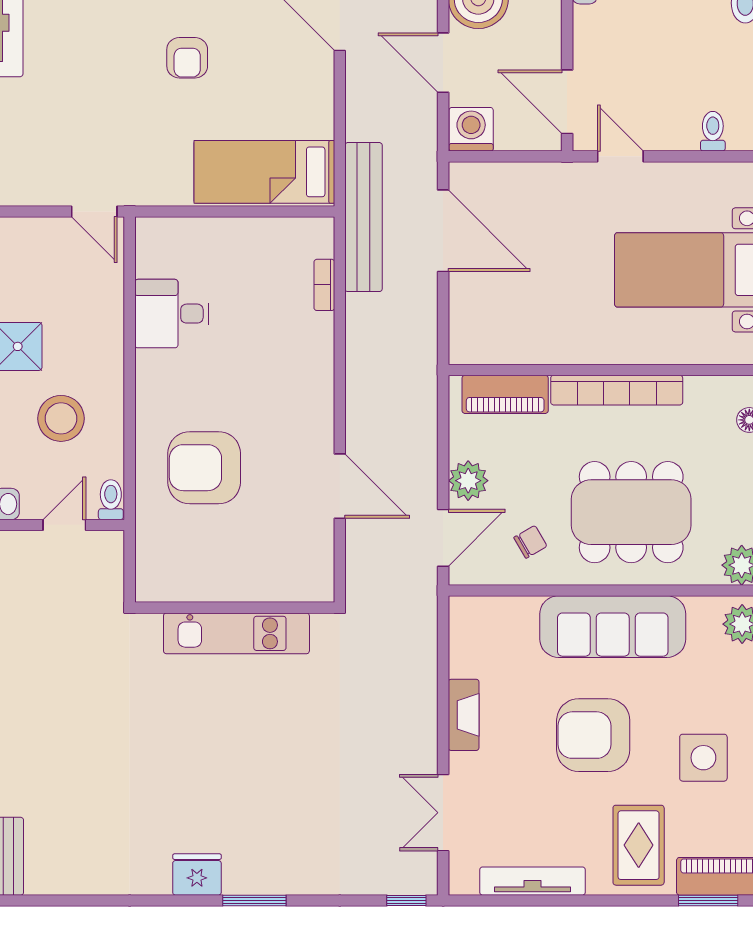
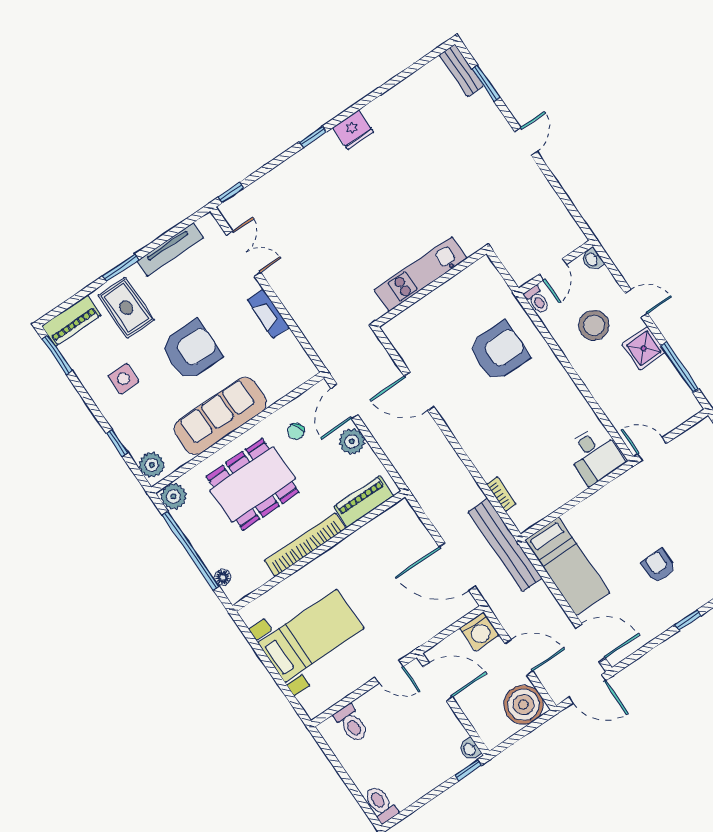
toilet: (713, 131) -> (351, 724), width x1.37, depth x1.39
bed: (264, 172) -> (567, 566), moved, turned 90
desk: (172, 314) -> (594, 455), moved, turned 90
side table: (703, 758) -> (123, 379), width x0.73, depth x0.73
window: (254, 900) -> (313, 137), width x0.67
window: (708, 900) -> (120, 268), moved

